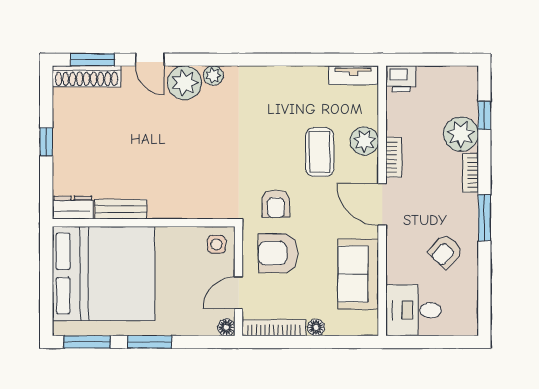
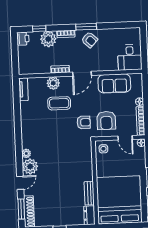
printer: (401, 79) -> (23, 39), moved
armchair: (445, 251) -> (90, 40), moved

